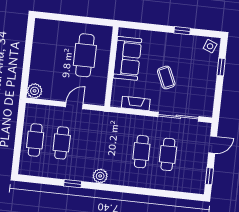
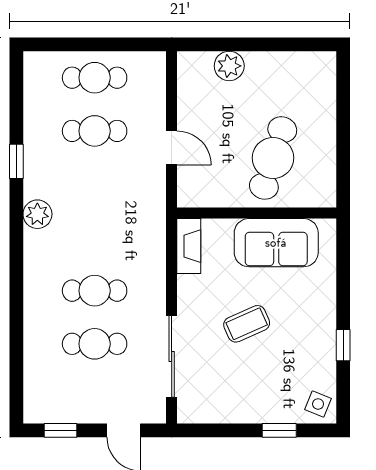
cafe table: (85, 55) -> (273, 158), turned -72
plant: (35, 91) -> (229, 66), moved
fireplace: (136, 103) -> (189, 246), moved

